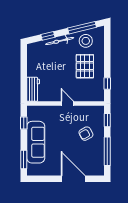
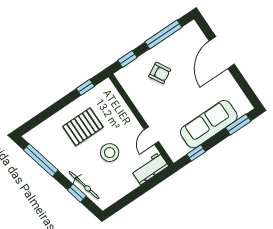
bicycle: (60, 41) -> (84, 185), moved
stool: (86, 41) -> (110, 153), moved
door: (67, 103) -> (152, 136), moved

